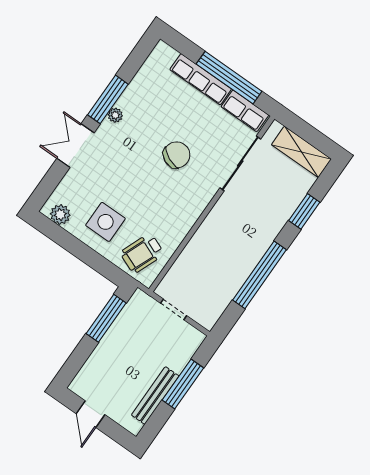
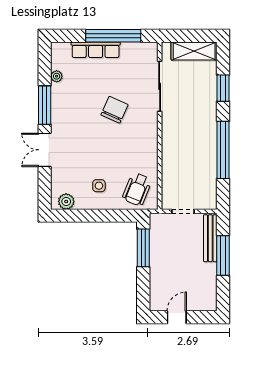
row of seats: (245, 111) -> (139, 50), removed
plant: (115, 115) -> (57, 76), moved
side table: (106, 222) -> (99, 186), width x0.54, depth x0.54
bench: (155, 396) -> (210, 238), moved
door: (90, 414) -> (177, 317), swing flipped

